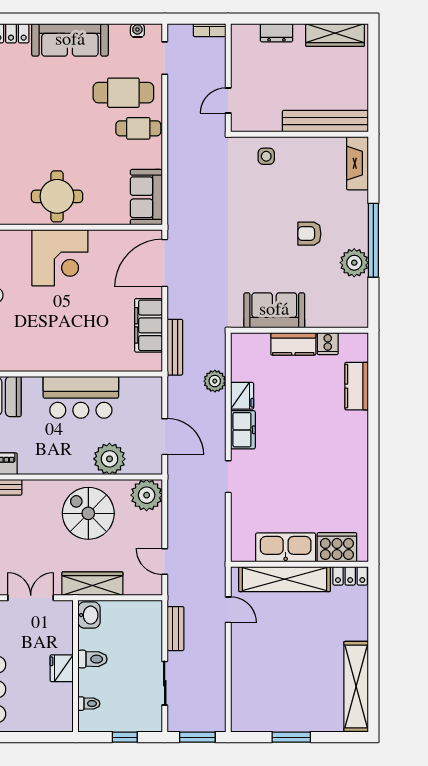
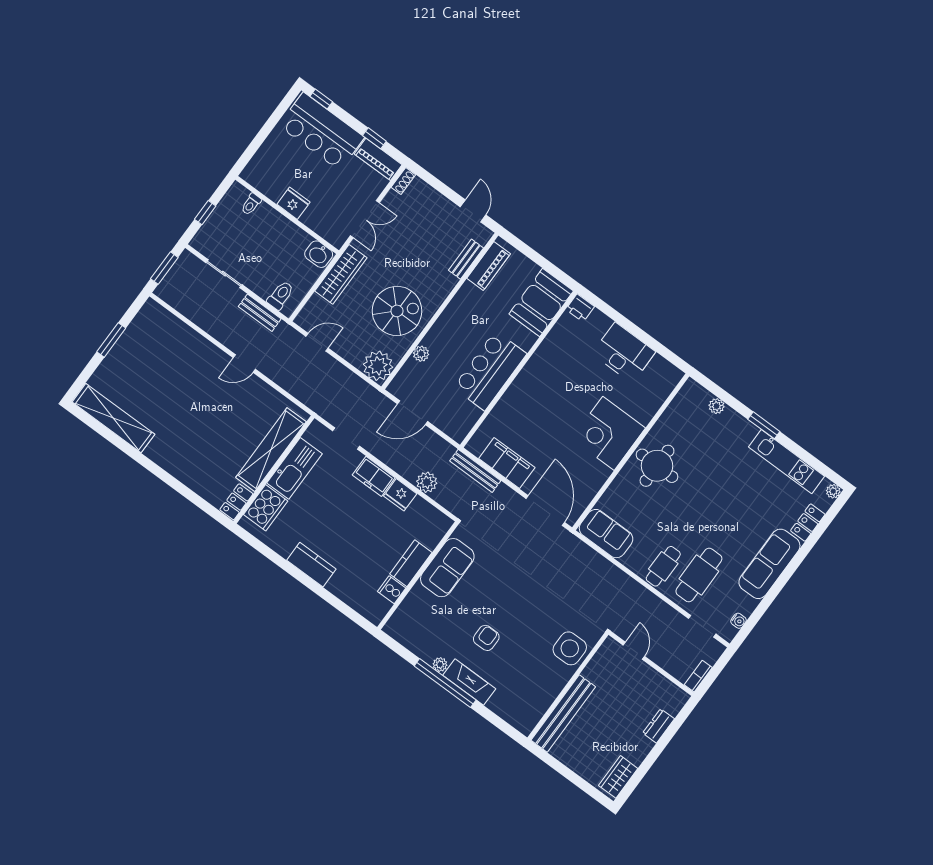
wardrobe: (335, 35) -> (618, 777), width x0.67
side table: (266, 156) -> (570, 648), width x1.87, depth x1.87
fireplace: (357, 163) -> (469, 682), moved
plant: (354, 263) -> (440, 664), width x0.53, depth x0.53
kitchen counter: (357, 386) -> (311, 565), moved
plant: (109, 459) -> (421, 354), width x0.53, depth x0.53
kitchen sink: (286, 547) -> (294, 468), moved
cooker: (337, 547) -> (266, 508), moved
wall: (299, 564) -> (274, 469), moved
locker: (350, 576) -> (236, 502), moved
shelving: (285, 579) -> (271, 450), moved
toilet: (93, 659) -> (280, 295), moved, turned 180

